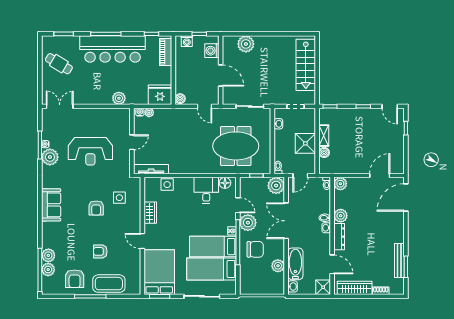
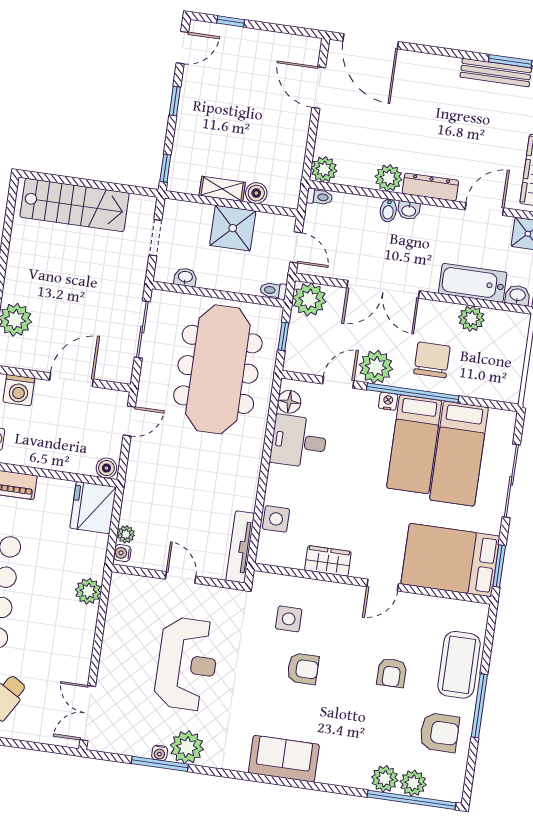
meeting table: (236, 146) -> (218, 369), width x1.36

